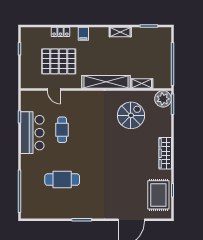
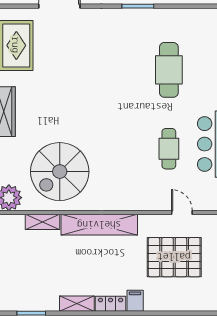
locker: (60, 32) -> (111, 304), moved
spiral stairs: (131, 115) -> (60, 172), width x1.37, depth x1.37
cafe table: (62, 180) -> (169, 70), turned 90

